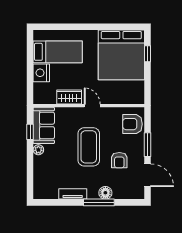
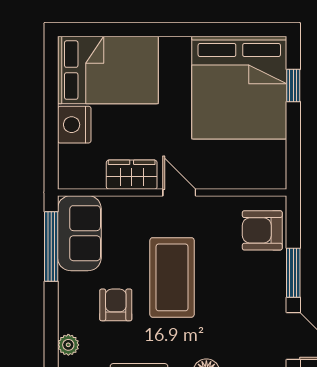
bed: (58, 52) -> (108, 70), width x1.50
window: (30, 132) -> (51, 247), width x2.17
plant: (38, 150) -> (68, 345), moved
armchair: (119, 160) -> (116, 305), moved, turned 180

